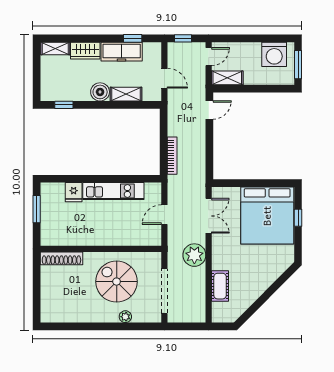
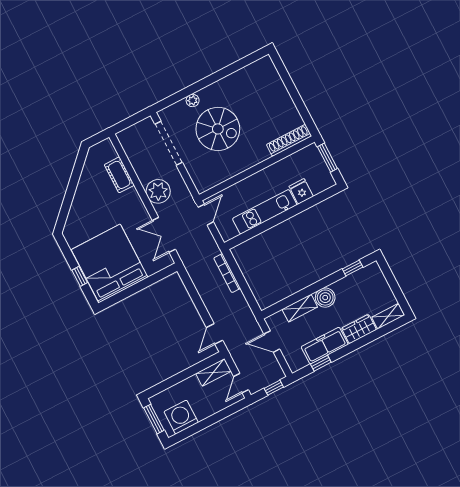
wall: (101, 249) -> (257, 168), moved
shoe rack: (61, 258) -> (289, 140), moved

